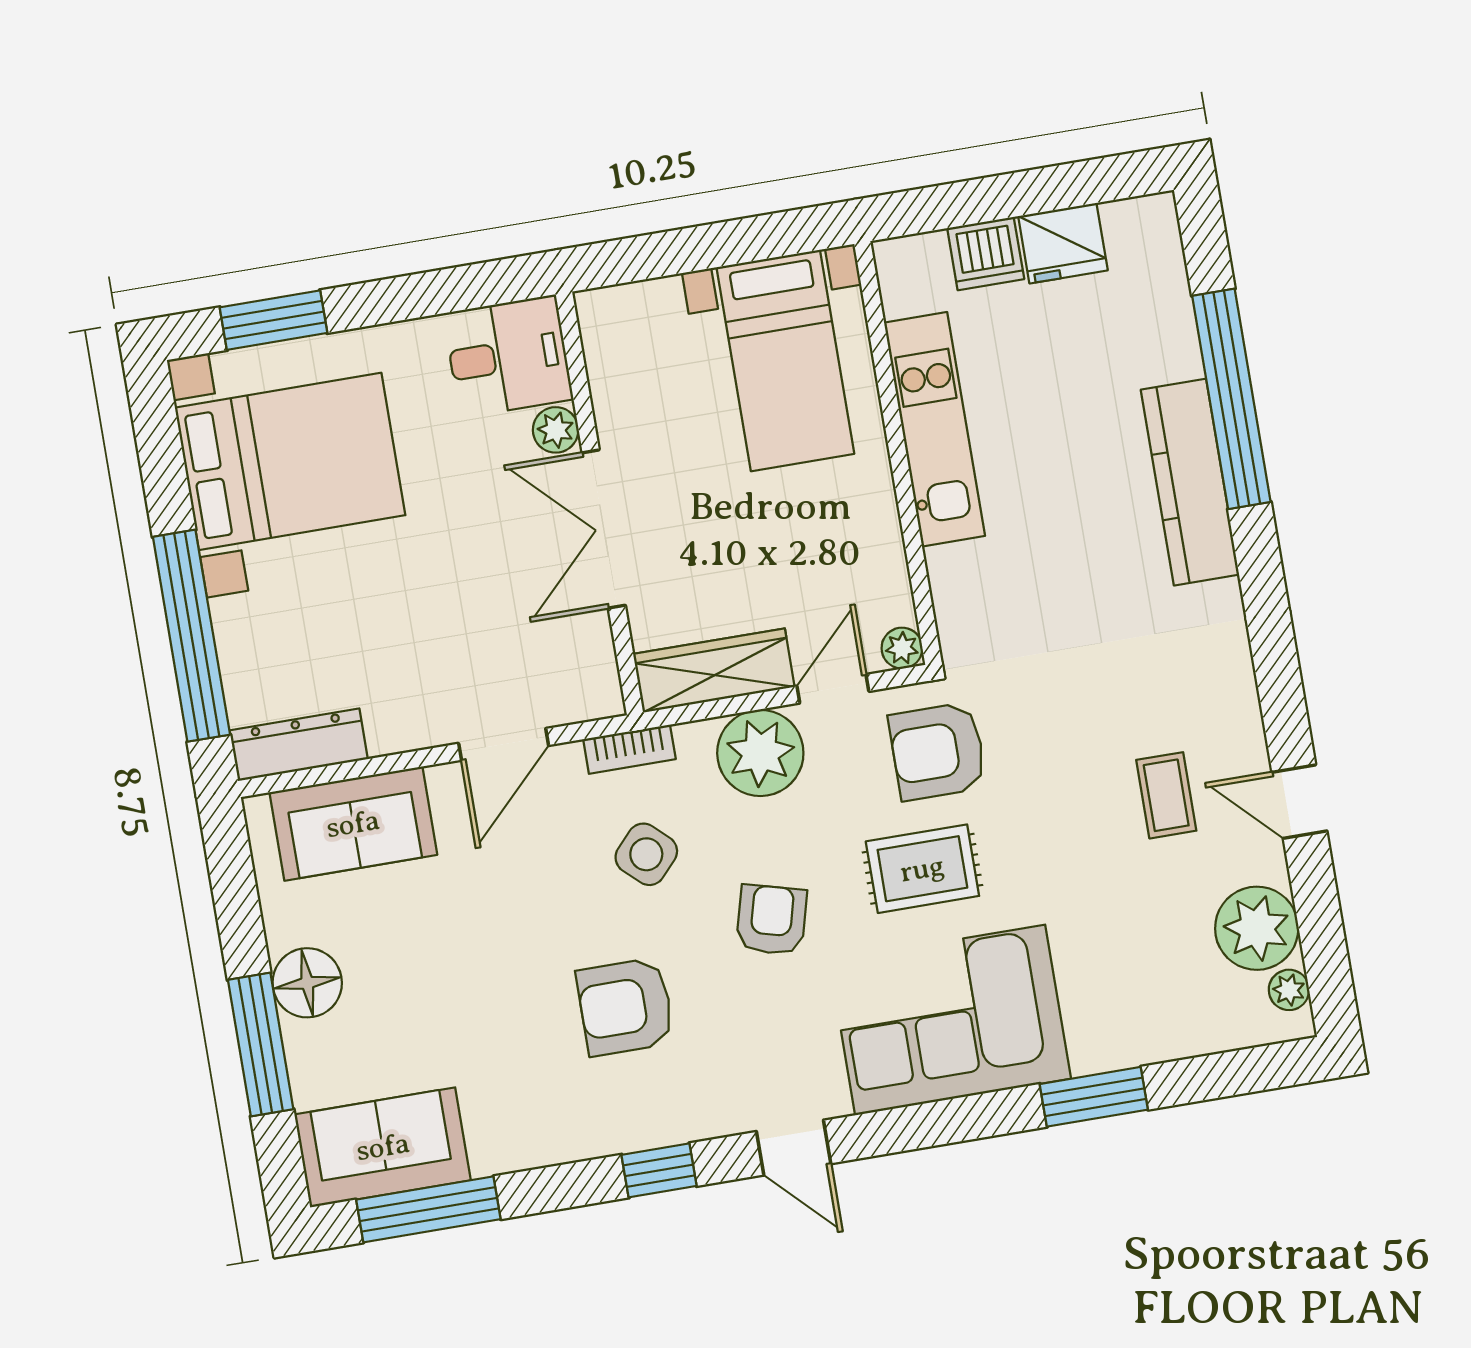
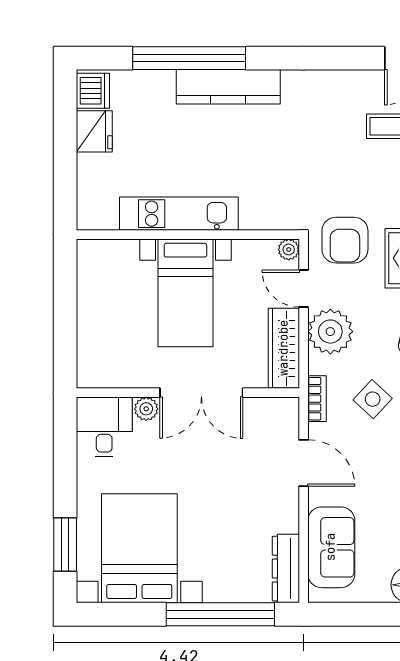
dishwasher: (986, 254) -> (93, 91), moved
bed with nightstands: (785, 360) -> (185, 293), moved, turned 90

